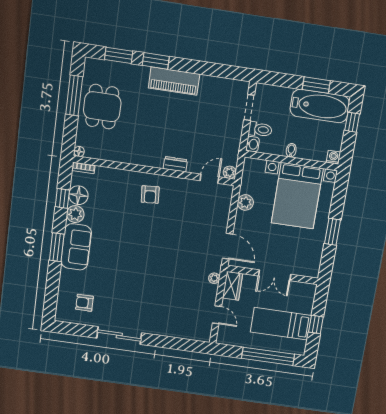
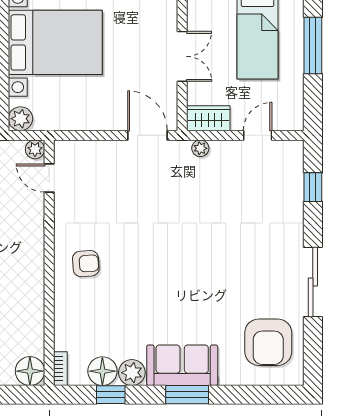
floor lamp: (79, 151) -> (30, 371), width x1.89, depth x1.89
dresser: (175, 164) -> (35, 232), removed
plant: (245, 202) -> (20, 119), moved
door: (228, 246) -> (147, 135), hinge flipped
armchair: (84, 303) -> (268, 342), width x1.88, depth x1.88
window: (179, 344) -> (313, 187), added
window: (268, 356) -> (313, 45), width x0.68

